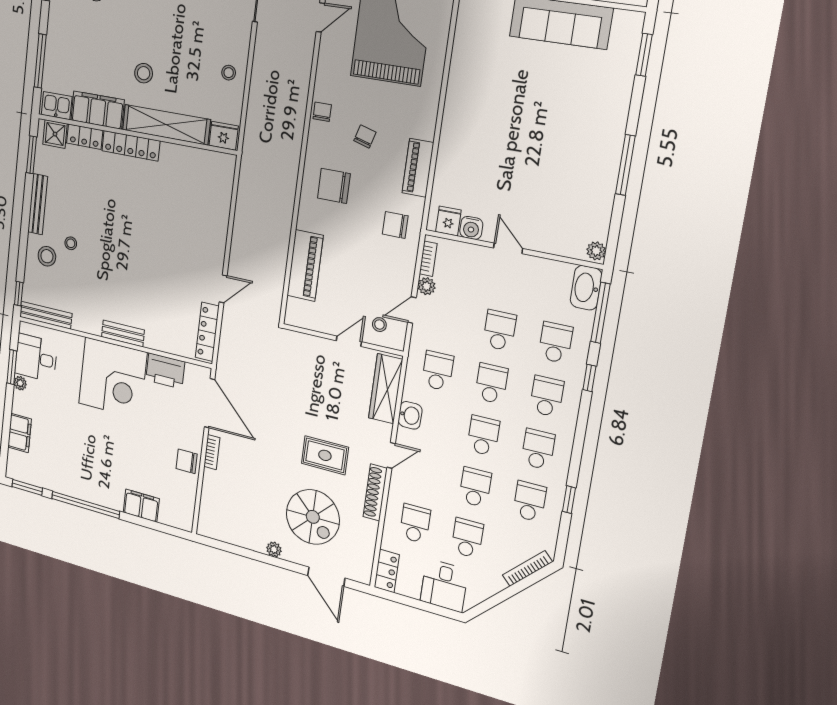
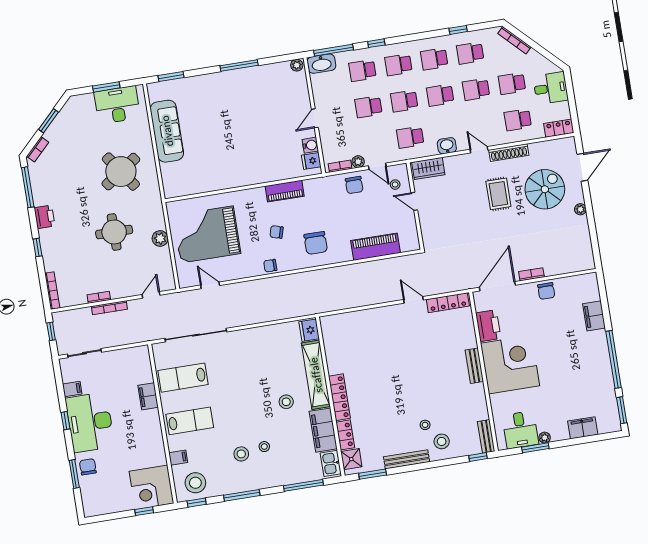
stool: (229, 73) -> (264, 447), moved
chair: (395, 225) -> (354, 185), moved
bench: (46, 315) -> (486, 436), width x0.73
wardrobe: (386, 389) -> (428, 168), width x0.67

